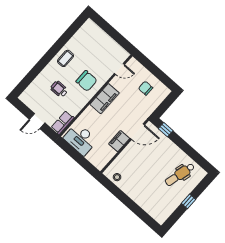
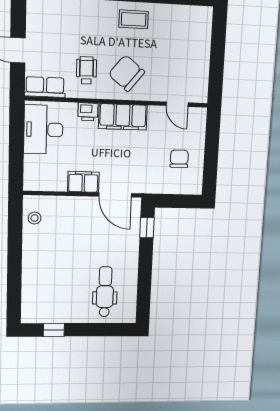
chair: (86, 81) -> (127, 73), turned 129
wheelchair: (59, 89) -> (86, 70), moved
printer: (89, 113) -> (88, 112), added
dental chair: (180, 175) -> (105, 292), turned 76
window: (189, 201) -> (54, 330), moved

